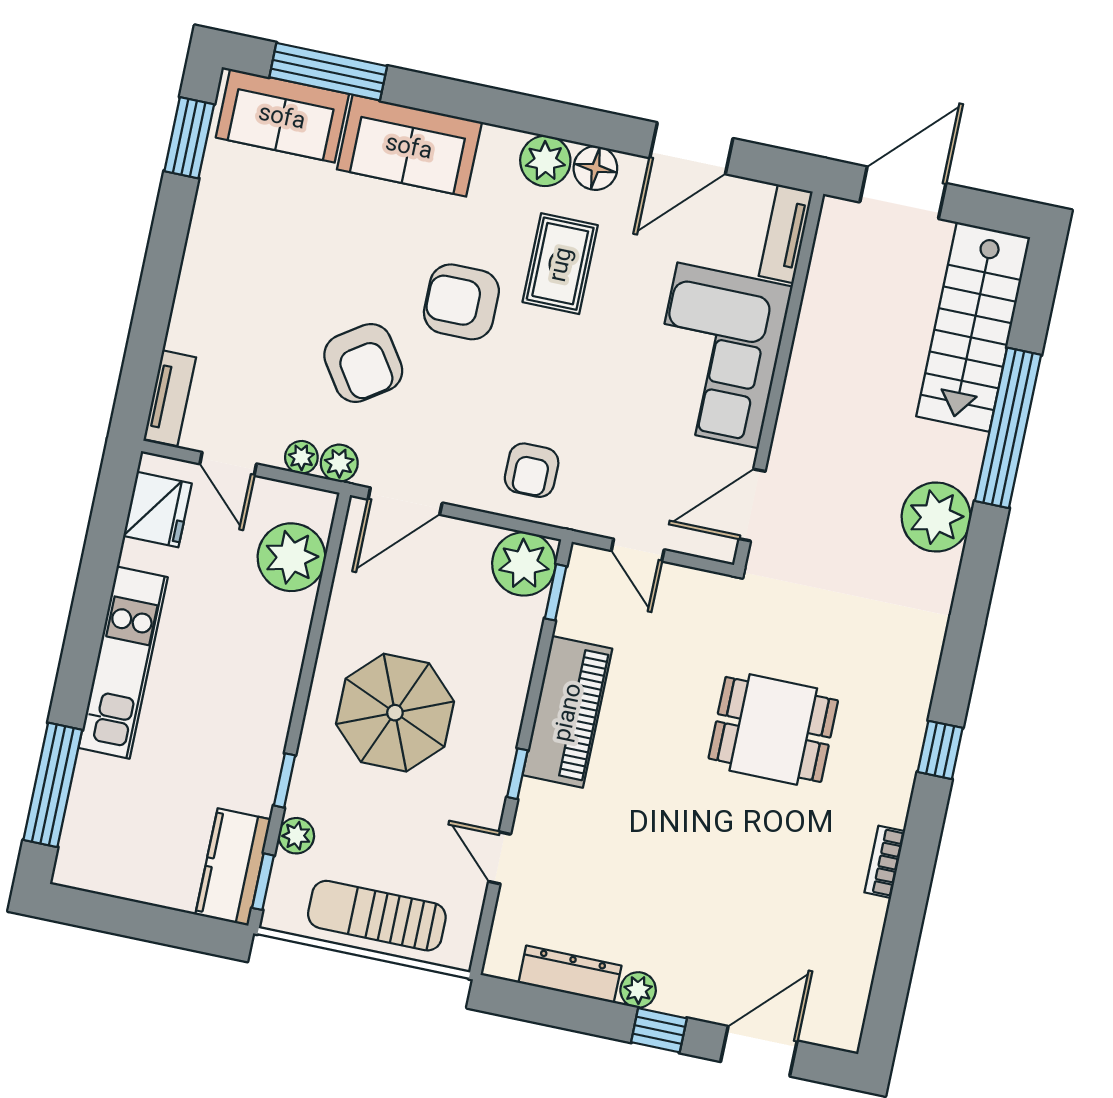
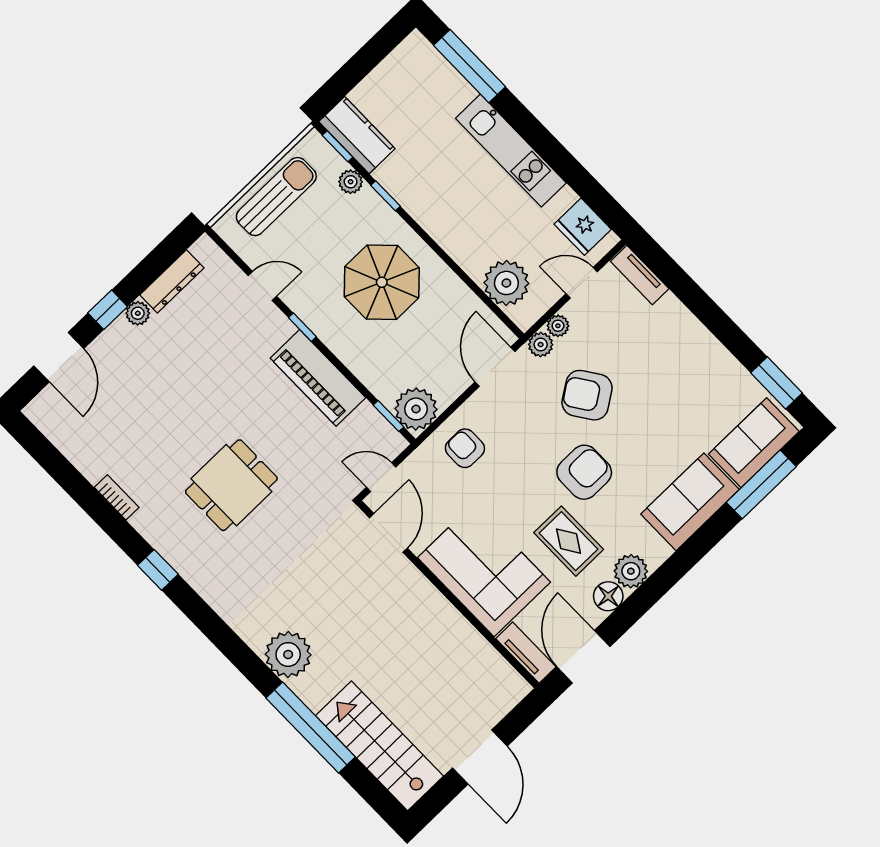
tv unit: (786, 234) -> (526, 653), moved
corner sofa: (718, 355) -> (484, 570), moved
wall: (779, 379) -> (448, 594), moved
door: (752, 505) -> (388, 533), moved

